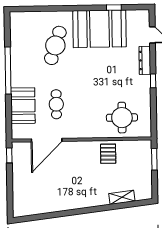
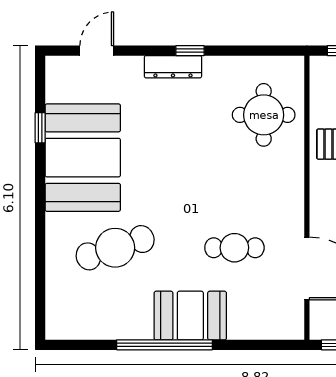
cafe table: (55, 45) -> (115, 248), turned -36
dresser: (145, 60) -> (173, 67), moved
booth: (23, 106) -> (190, 316), moved

